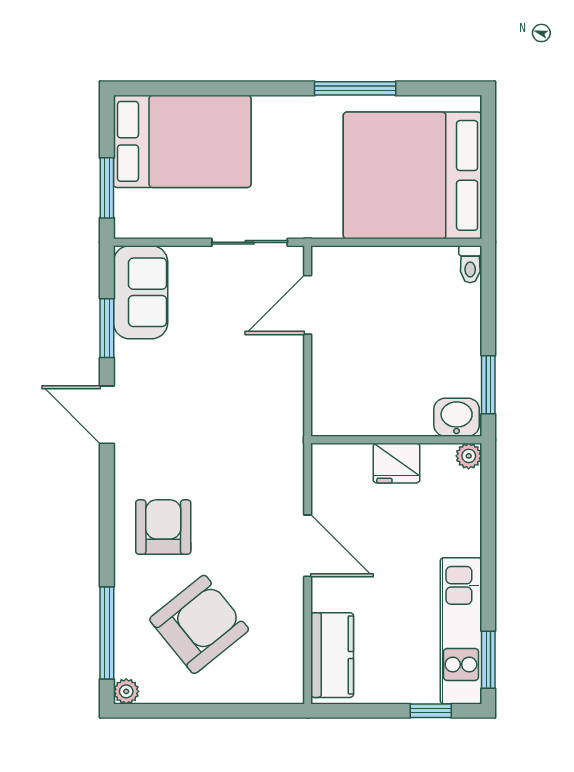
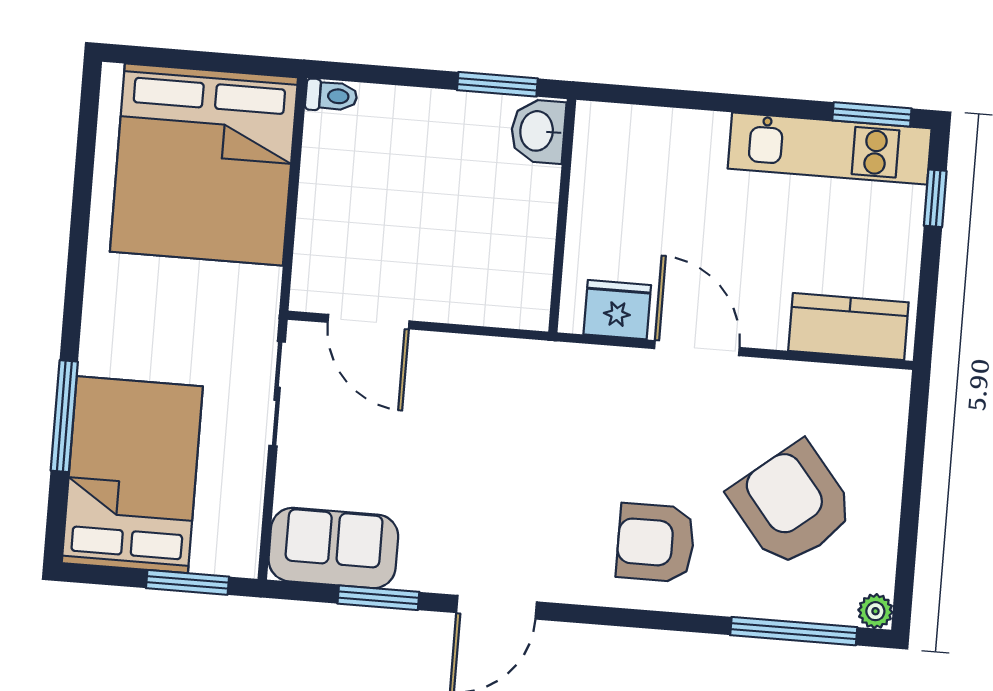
window: (355, 88) -> (64, 416), moved
plant: (469, 456) -> (592, 119), removed
fridge: (396, 463) -> (617, 310), moved, turned -90
door: (308, 546) -> (697, 348), hinge flipped

